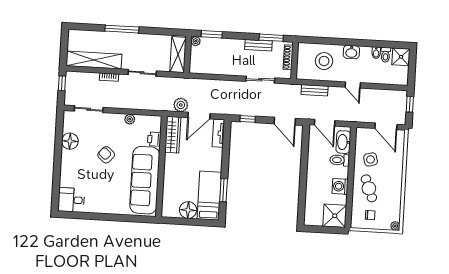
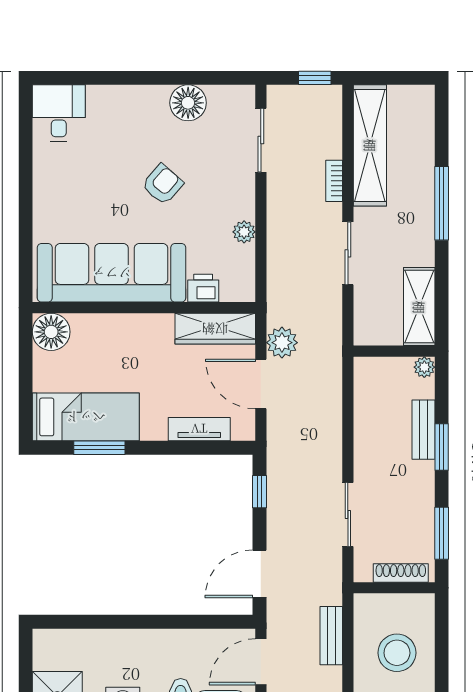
window: (212, 34) -> (442, 447), moved
bench: (258, 45) -> (424, 430), moved
shelving: (178, 55) -> (419, 307), moved, turned 90
tv unit: (218, 133) -> (199, 429), moved
floor lamp: (188, 210) -> (51, 332), moved

